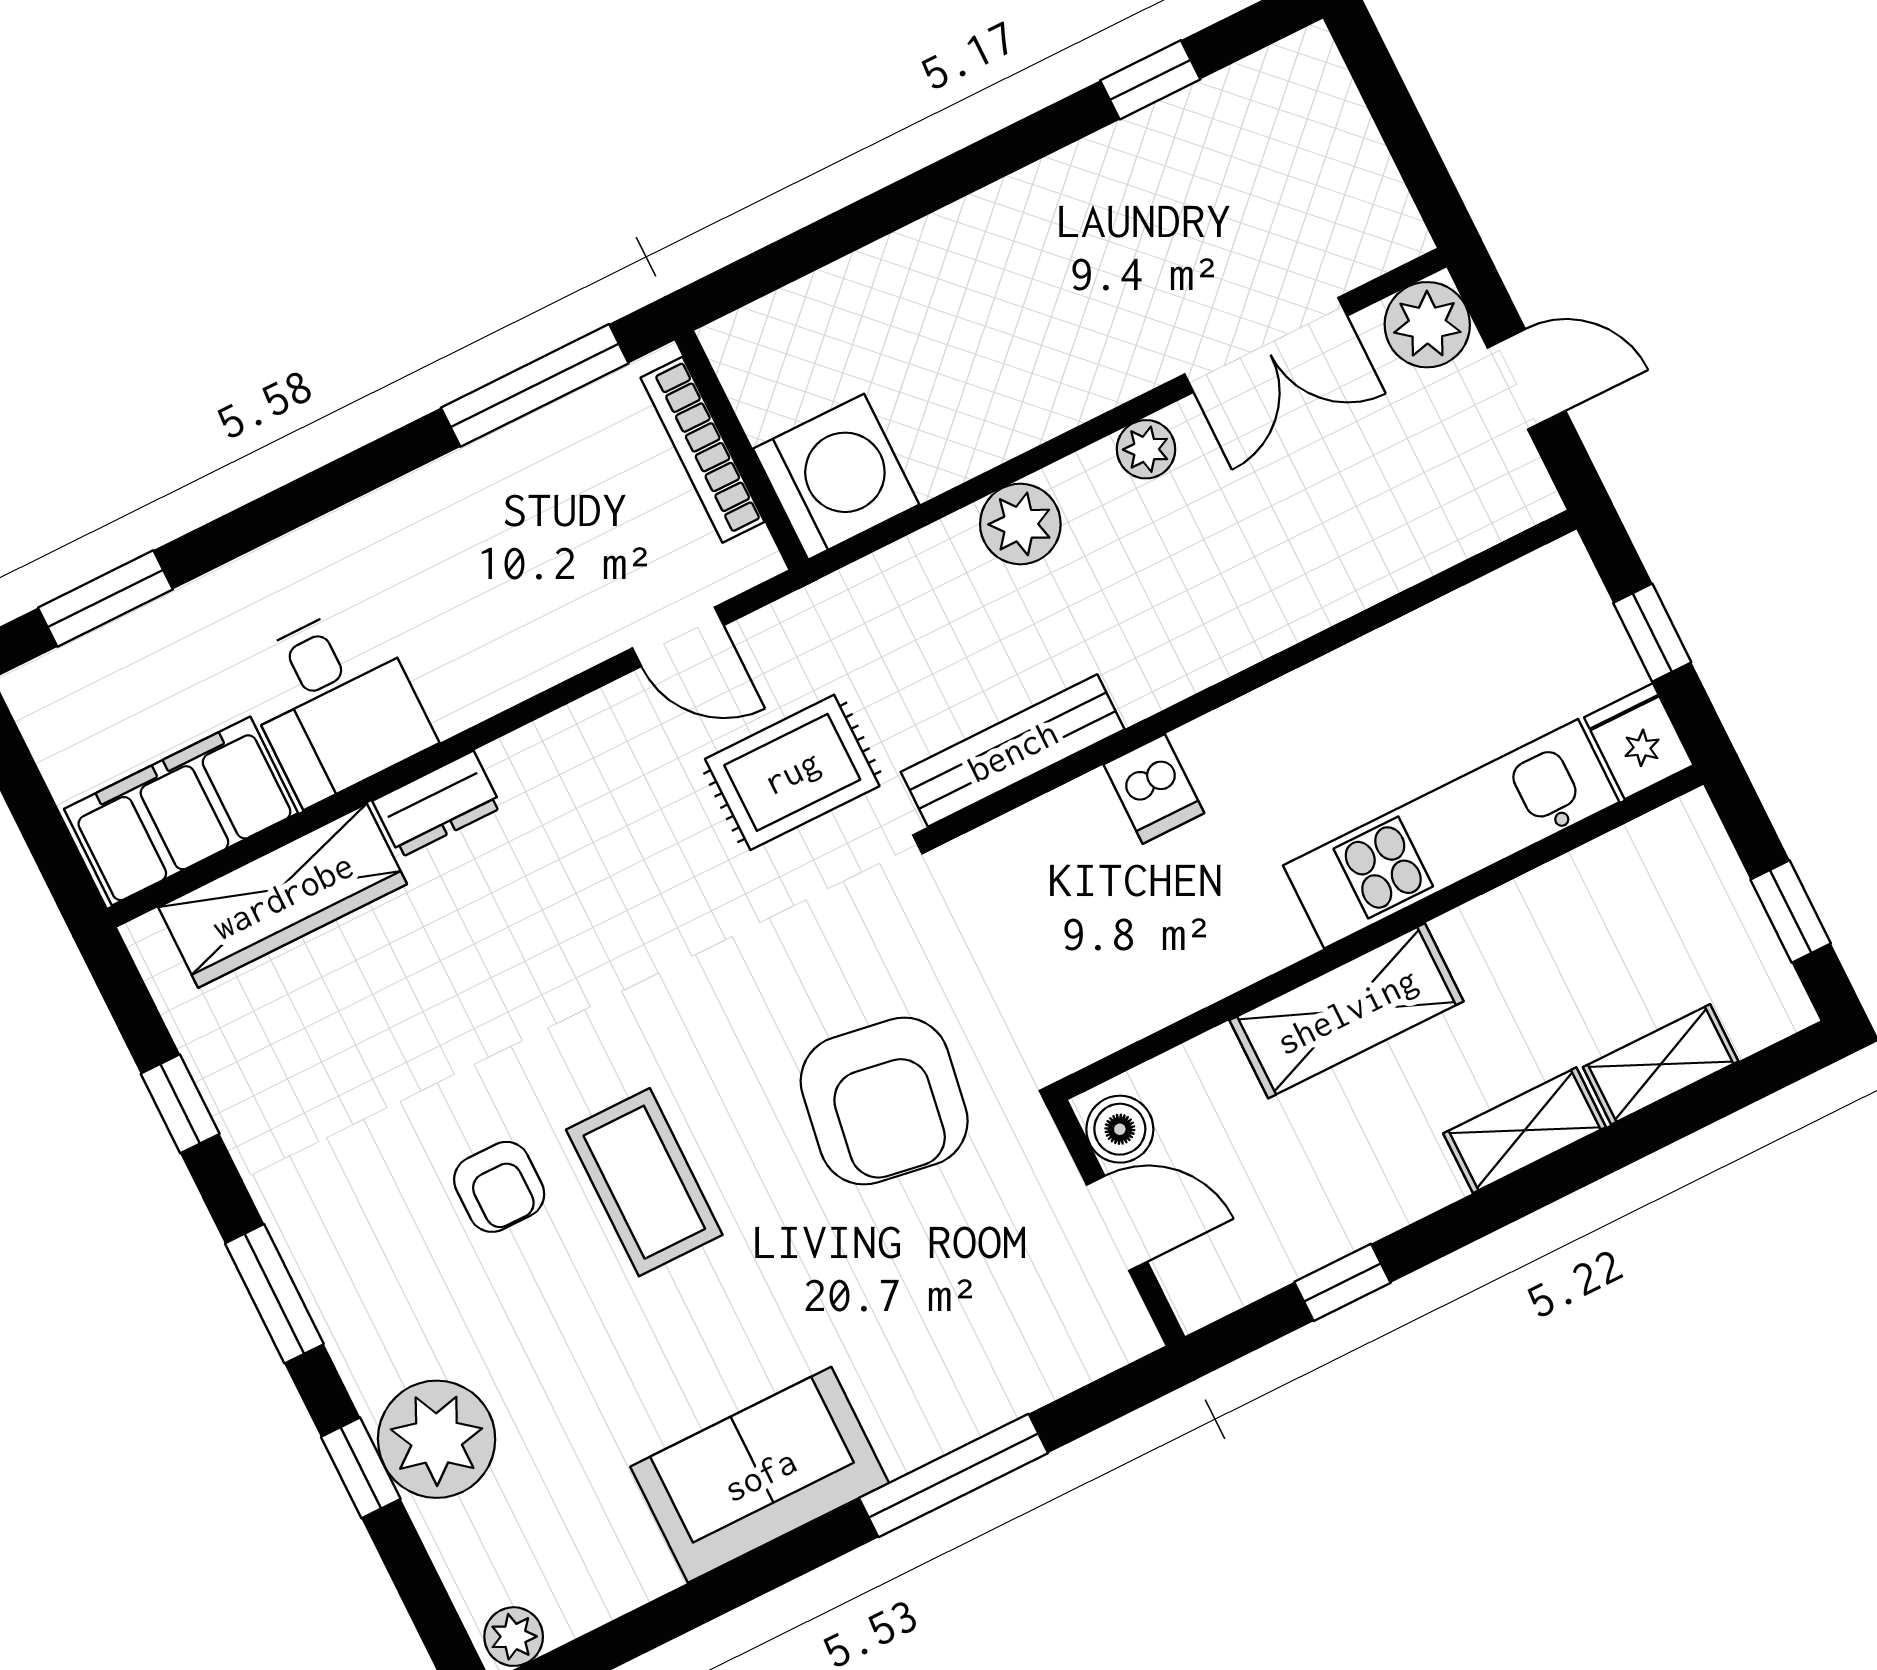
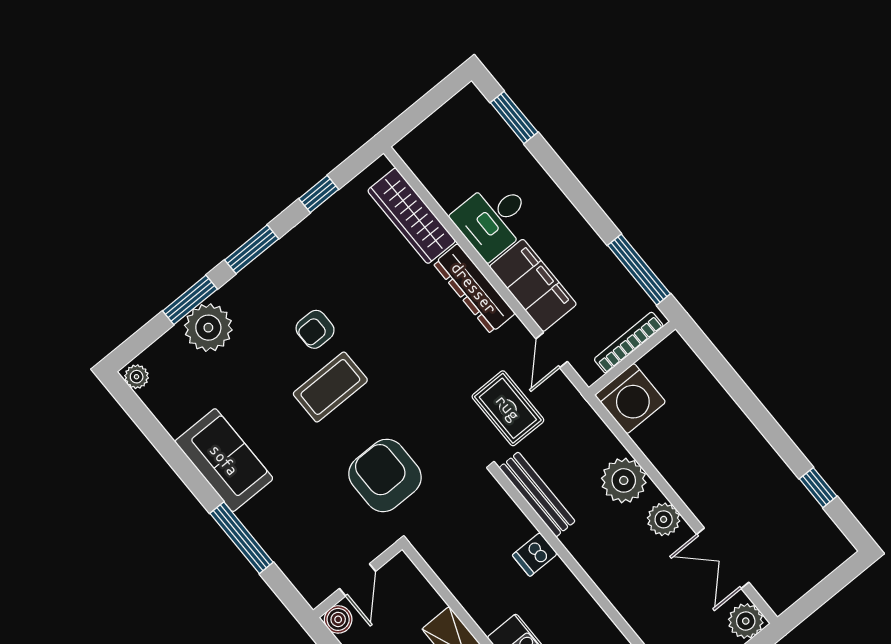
plant: (1146, 449) -> (664, 519), width x1.38, depth x1.38
plant: (1020, 524) -> (624, 480), width x1.36, depth x1.36
dresser: (437, 804) -> (474, 288), width x1.96, depth x1.24
filing cabinet: (181, 811) -> (533, 285), moved
armchair: (884, 1101) -> (385, 475), turned 81
boiler: (1120, 1129) -> (338, 619), moved
window: (361, 1468) -> (190, 300), width x1.50

